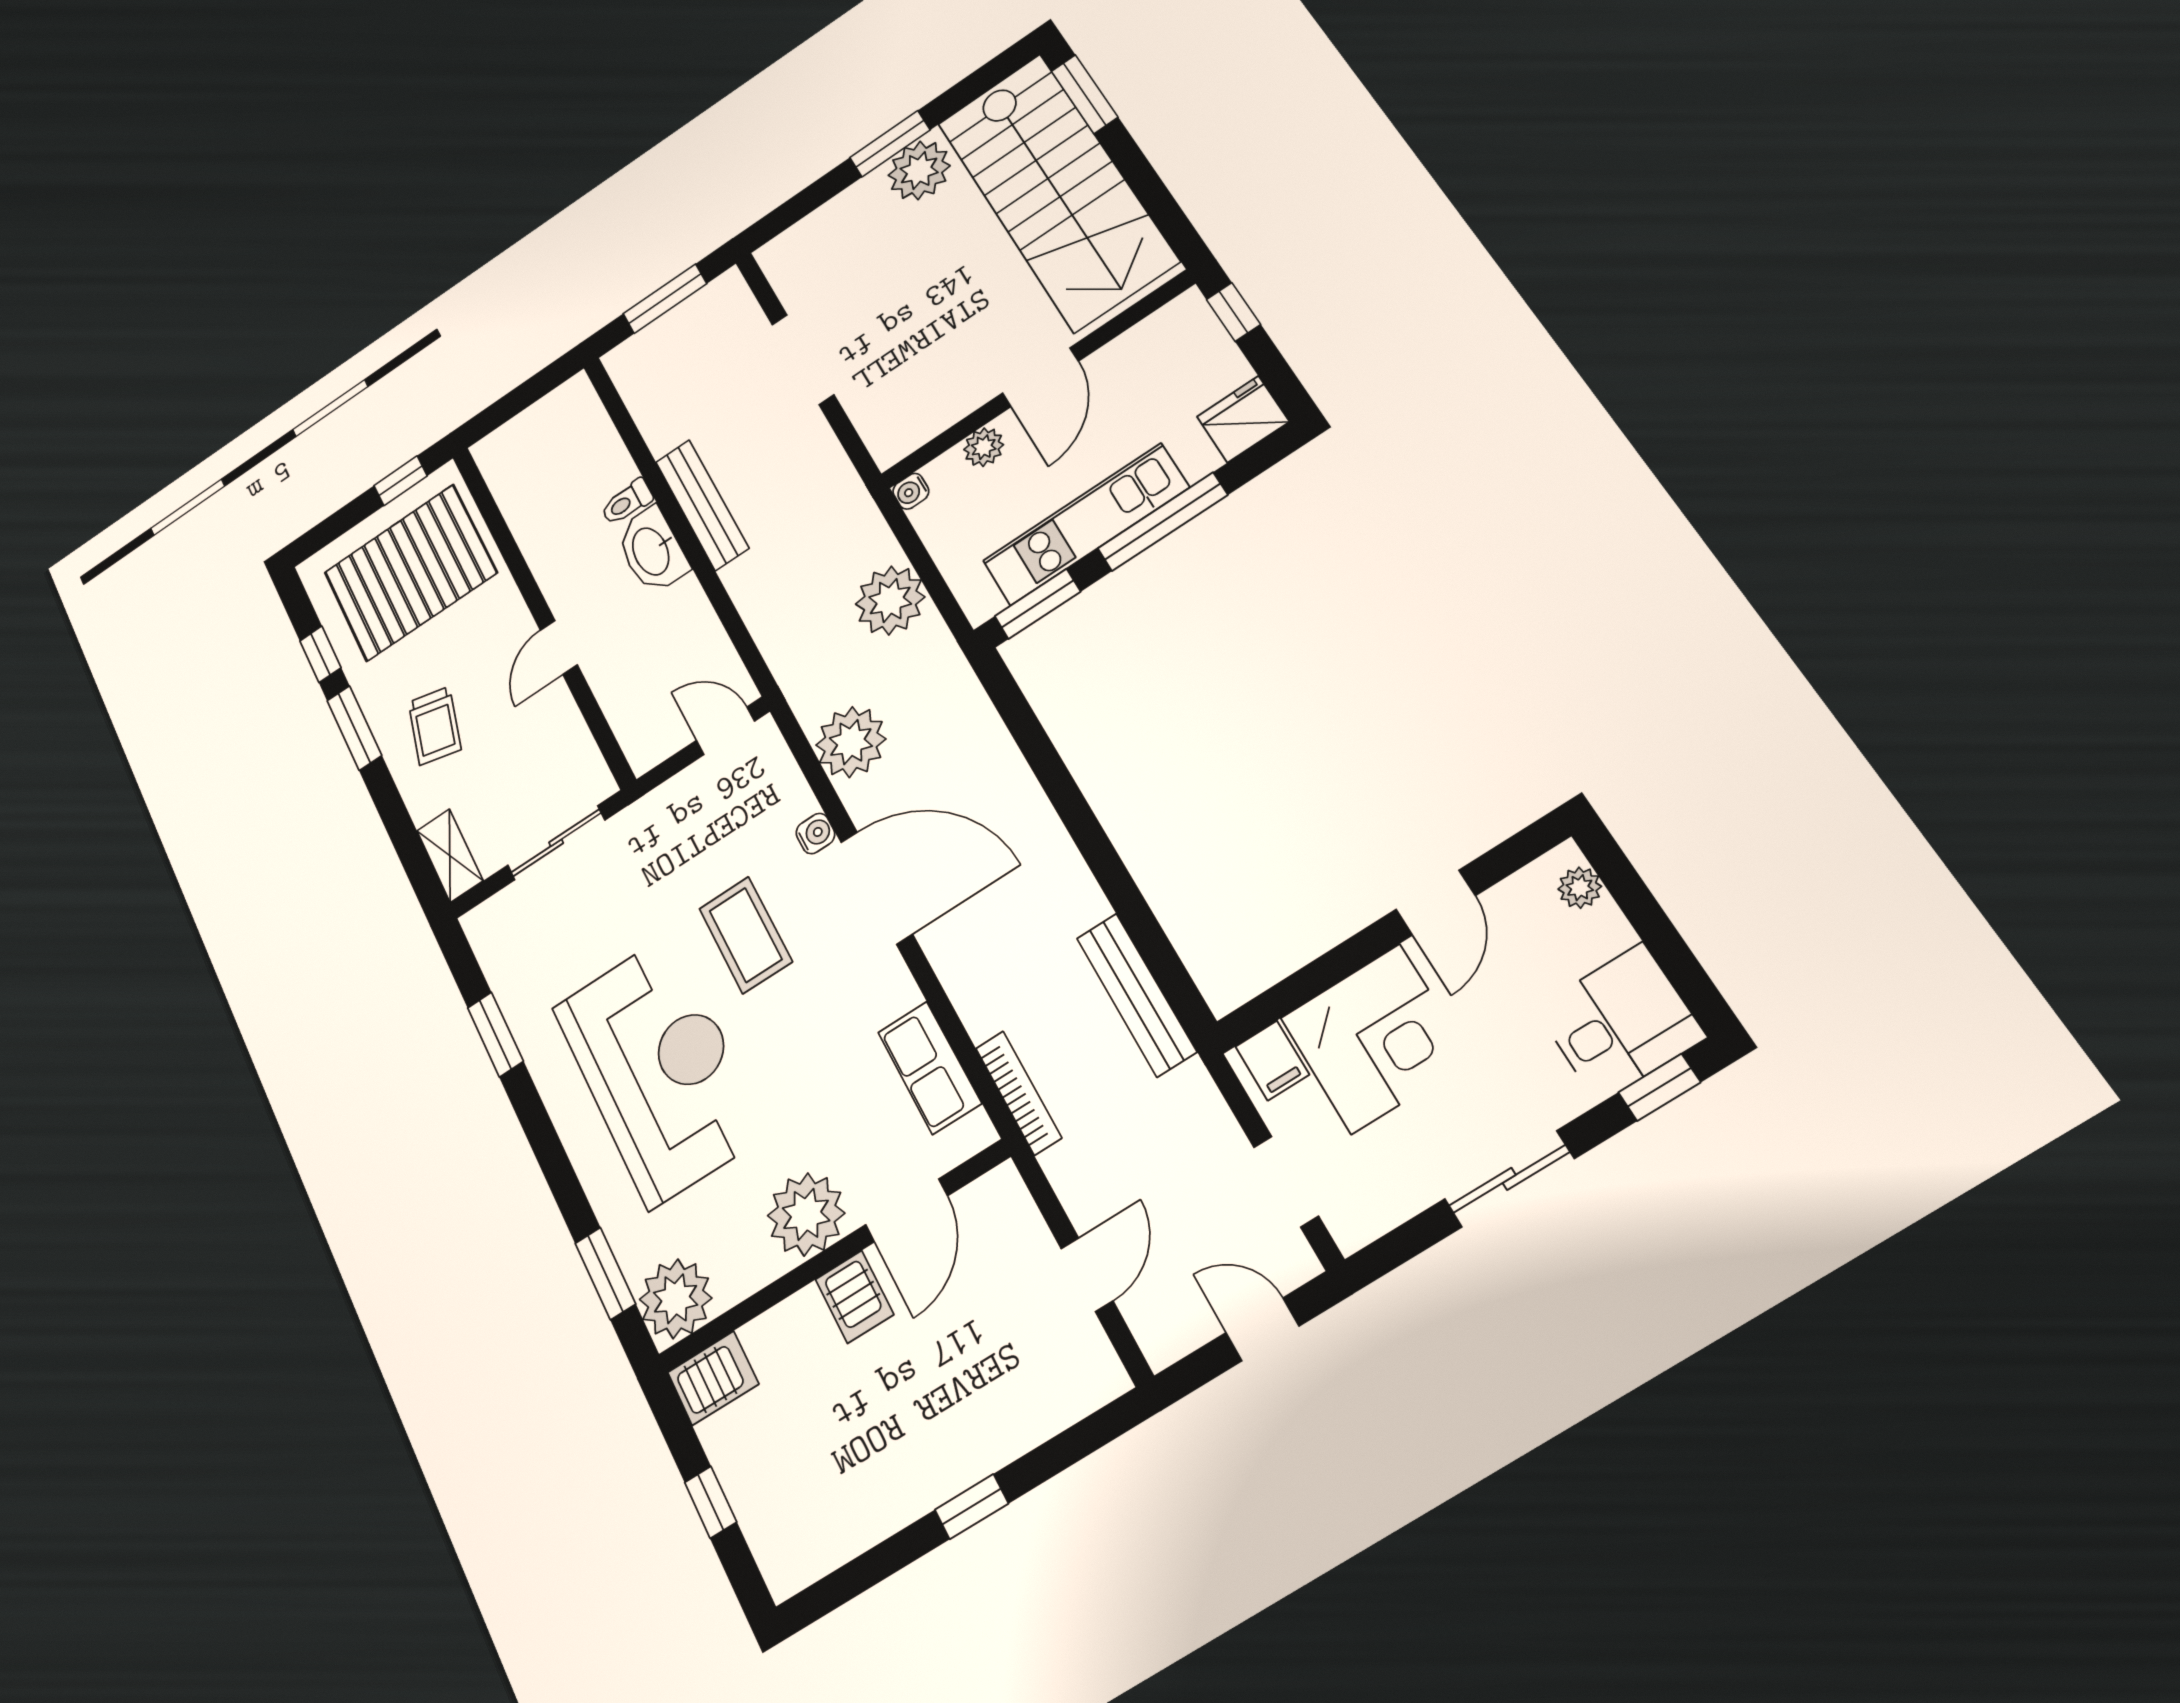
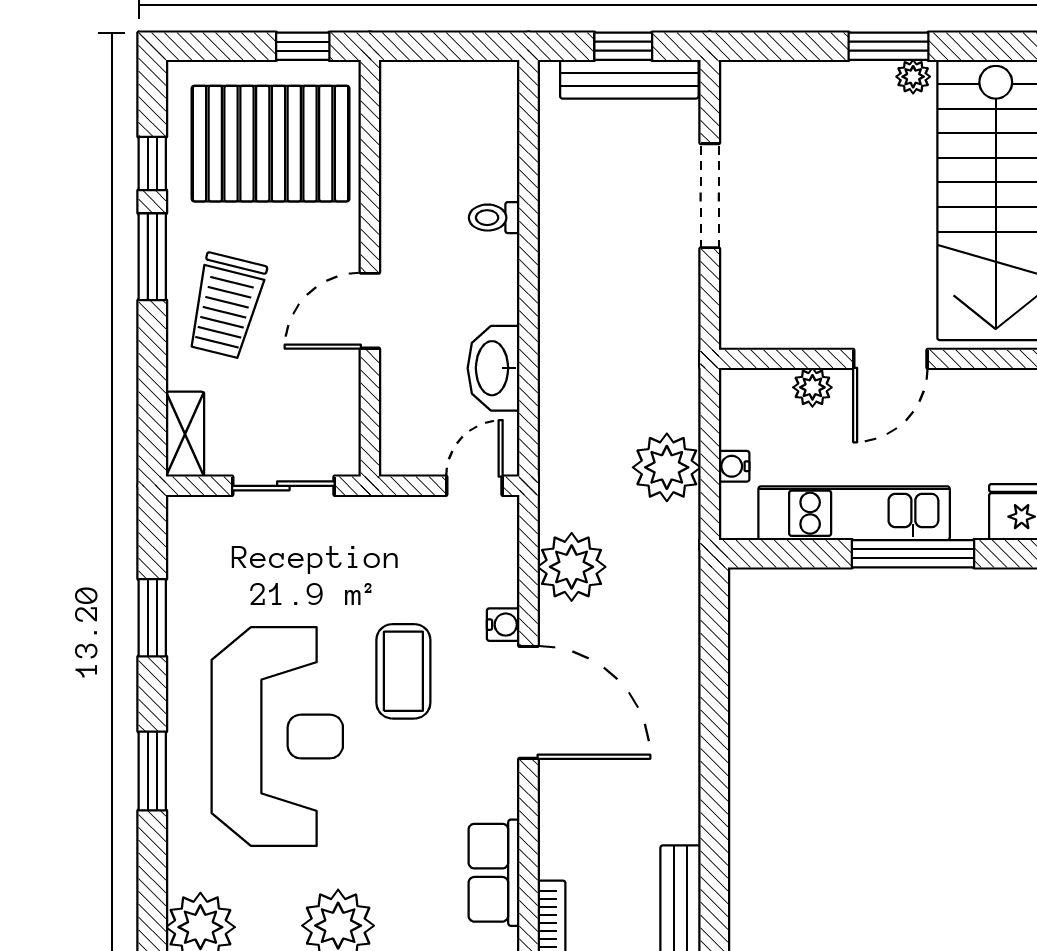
plant: (919, 170) -> (913, 77), width x0.53, depth x0.53
window: (665, 299) -> (623, 46), width x0.67
water cooler: (911, 491) -> (734, 466), moved
bench: (702, 505) -> (629, 79), moved, turned 90
washbasin: (652, 551) -> (494, 368), moved
window: (1038, 604) -> (780, 554), removed
door: (559, 647) -> (370, 311), width x1.38
trolley: (435, 726) -> (226, 306), width x1.36, depth x1.39
door: (725, 731) -> (474, 486), hinge flipped
window: (605, 1273) -> (152, 771), moved

